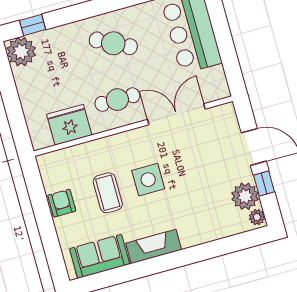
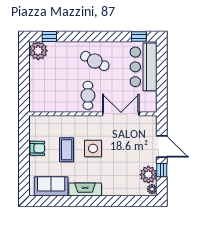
cafe table: (117, 100) -> (88, 95), turned 90
fridge: (69, 125) -> (55, 102), removed
armchair: (62, 203) -> (37, 148), turned 90

